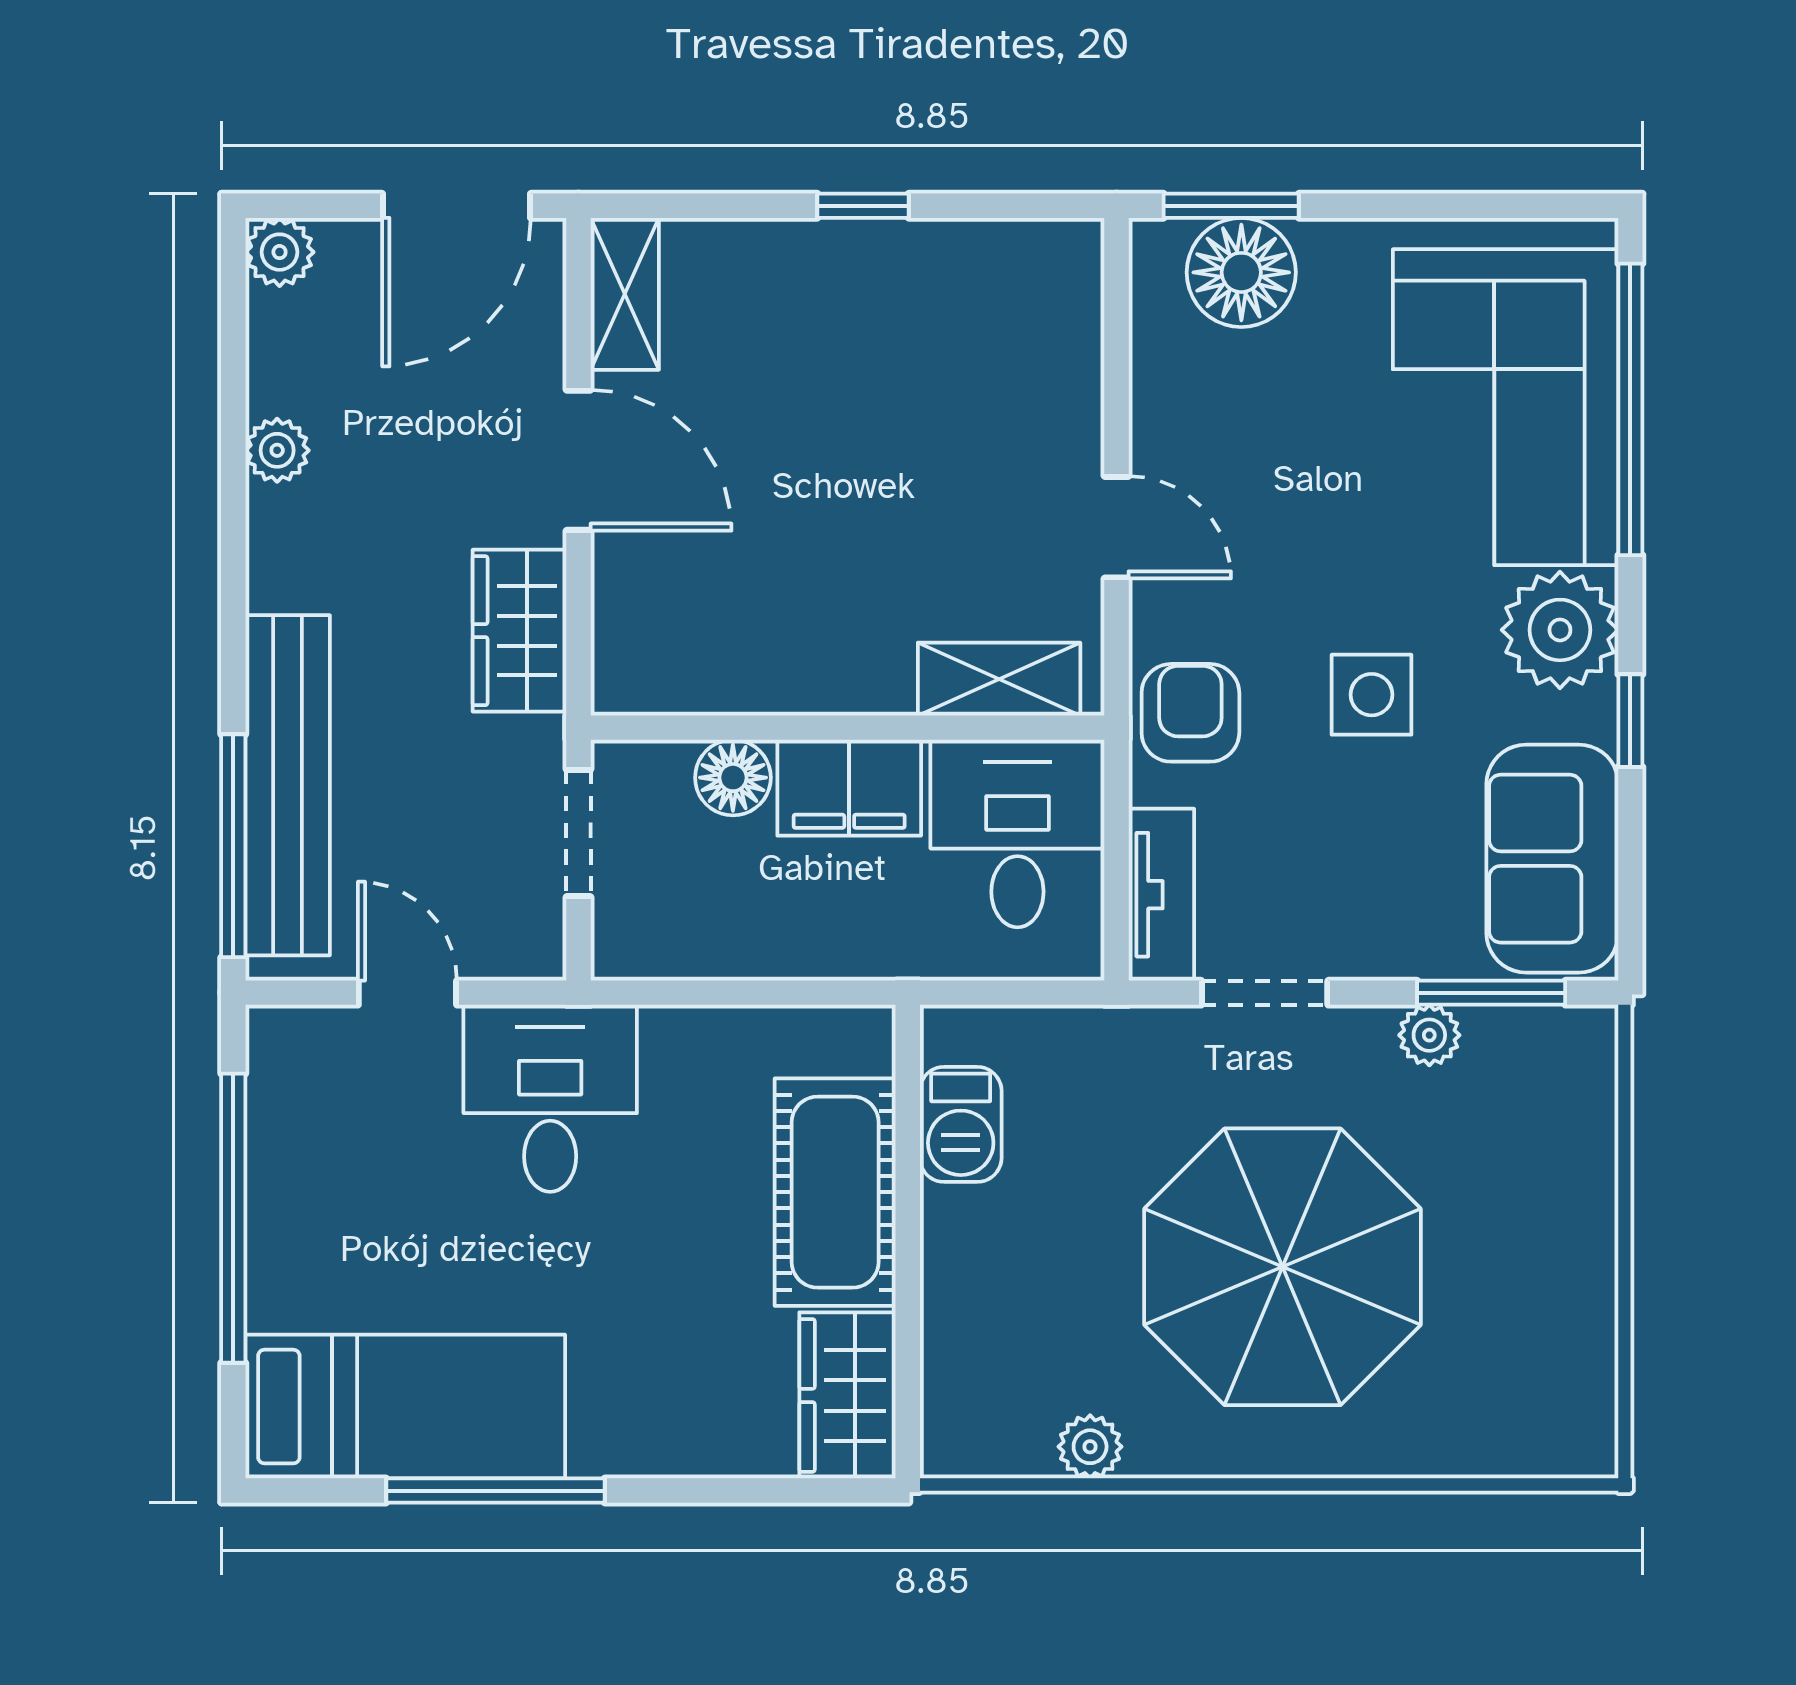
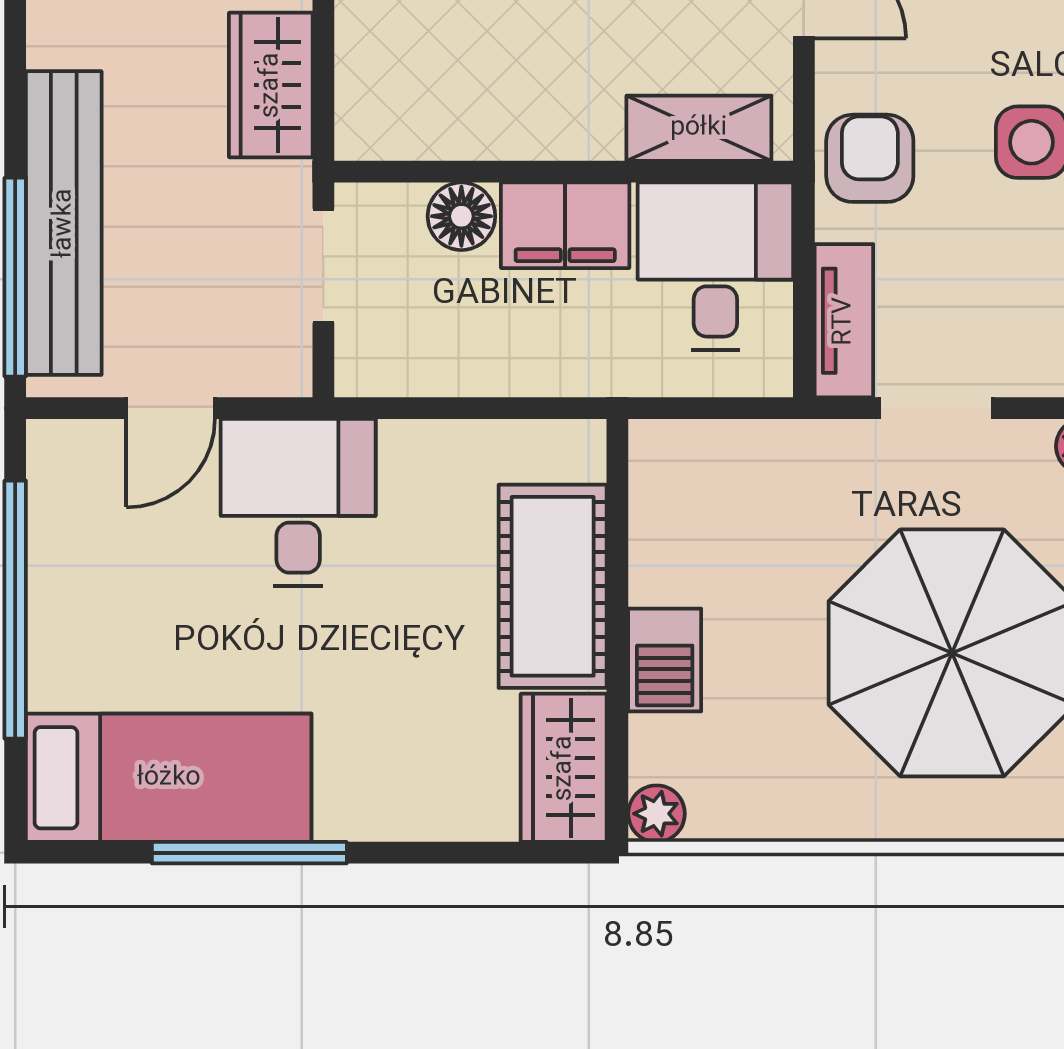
door: (407, 993) -> (171, 408), swing flipped
barbecue: (961, 1124) -> (665, 660), moved
plant: (1090, 1447) -> (657, 814), moved

